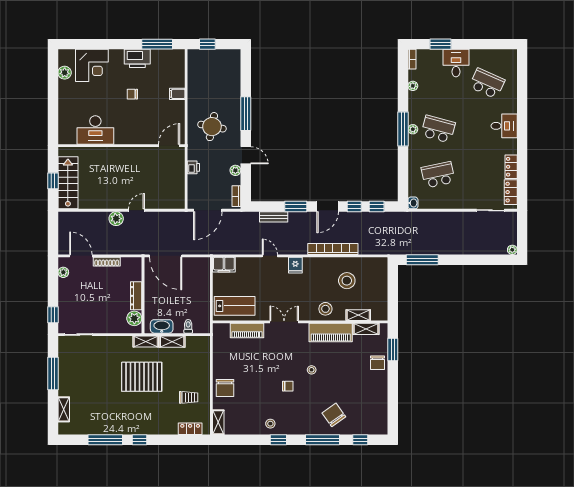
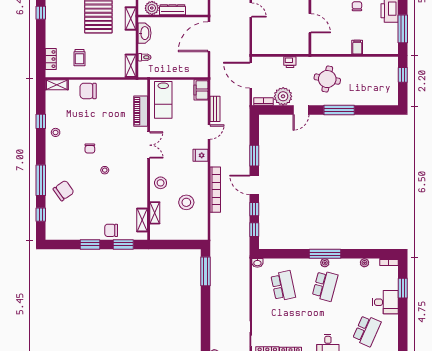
door: (169, 146) -> (310, 23), moved
plant: (235, 170) -> (283, 96), width x1.88, depth x1.88
bench: (274, 217) -> (215, 109), moved
piano: (331, 332) -> (139, 188), removed
shelving: (172, 342) -> (131, 66), moved
window: (393, 386) -> (90, 244), added
window: (278, 440) -> (41, 121), moved

